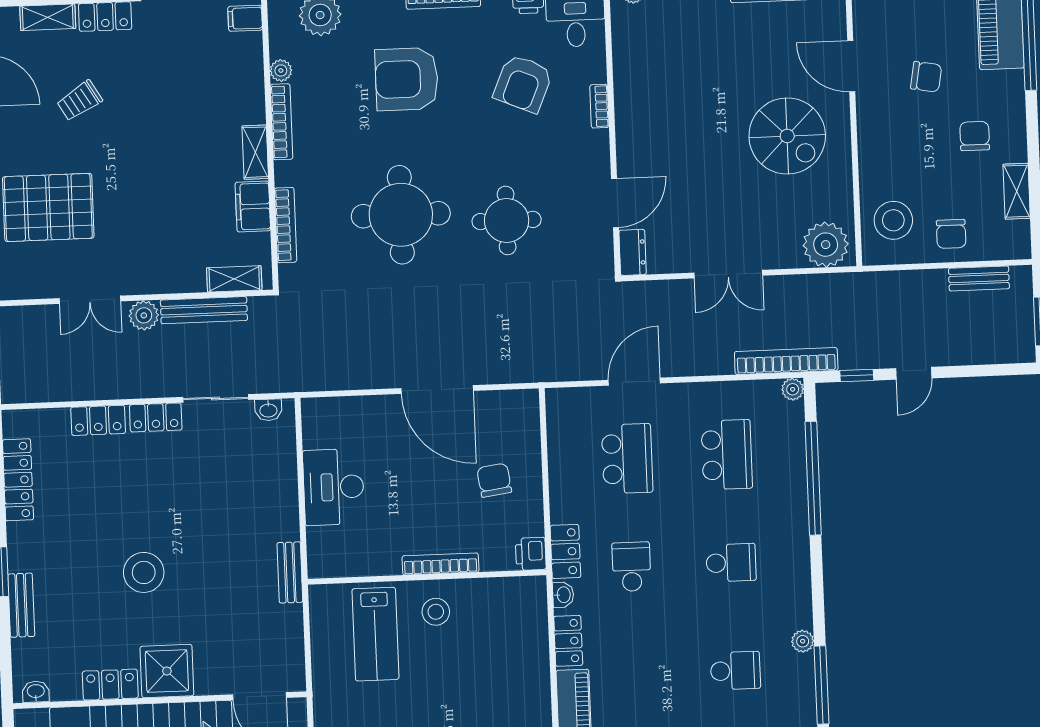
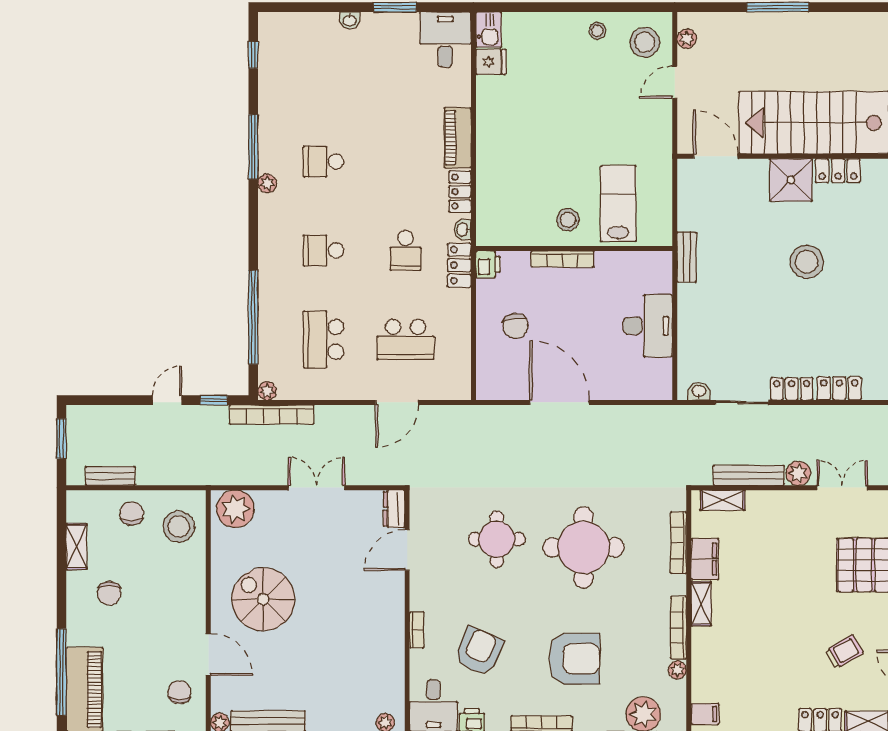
chair: (926, 77) -> (179, 692), moved, turned 80
school desk: (627, 459) -> (406, 339), turned -90

